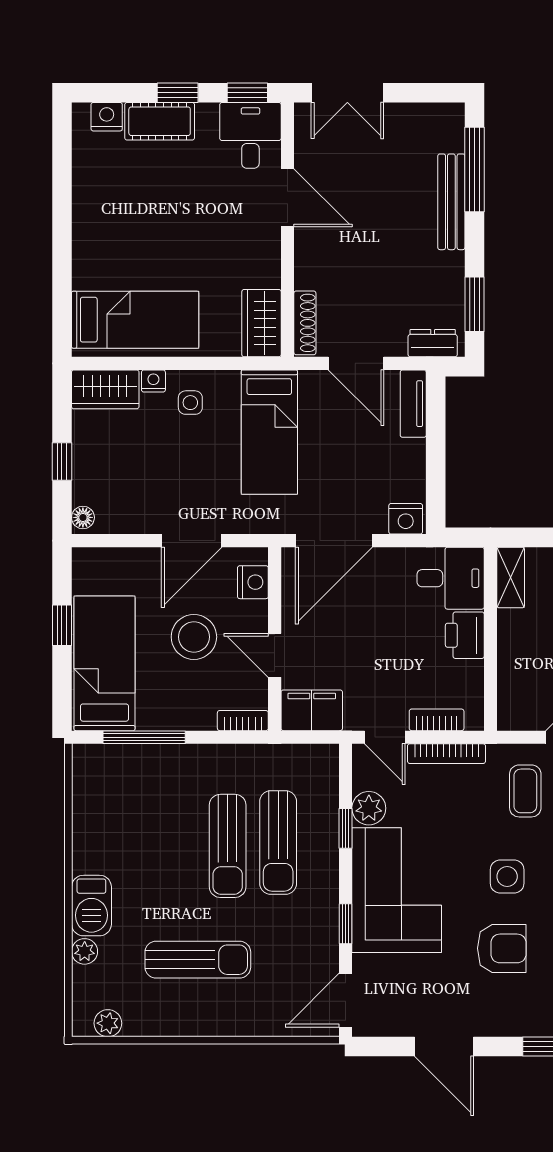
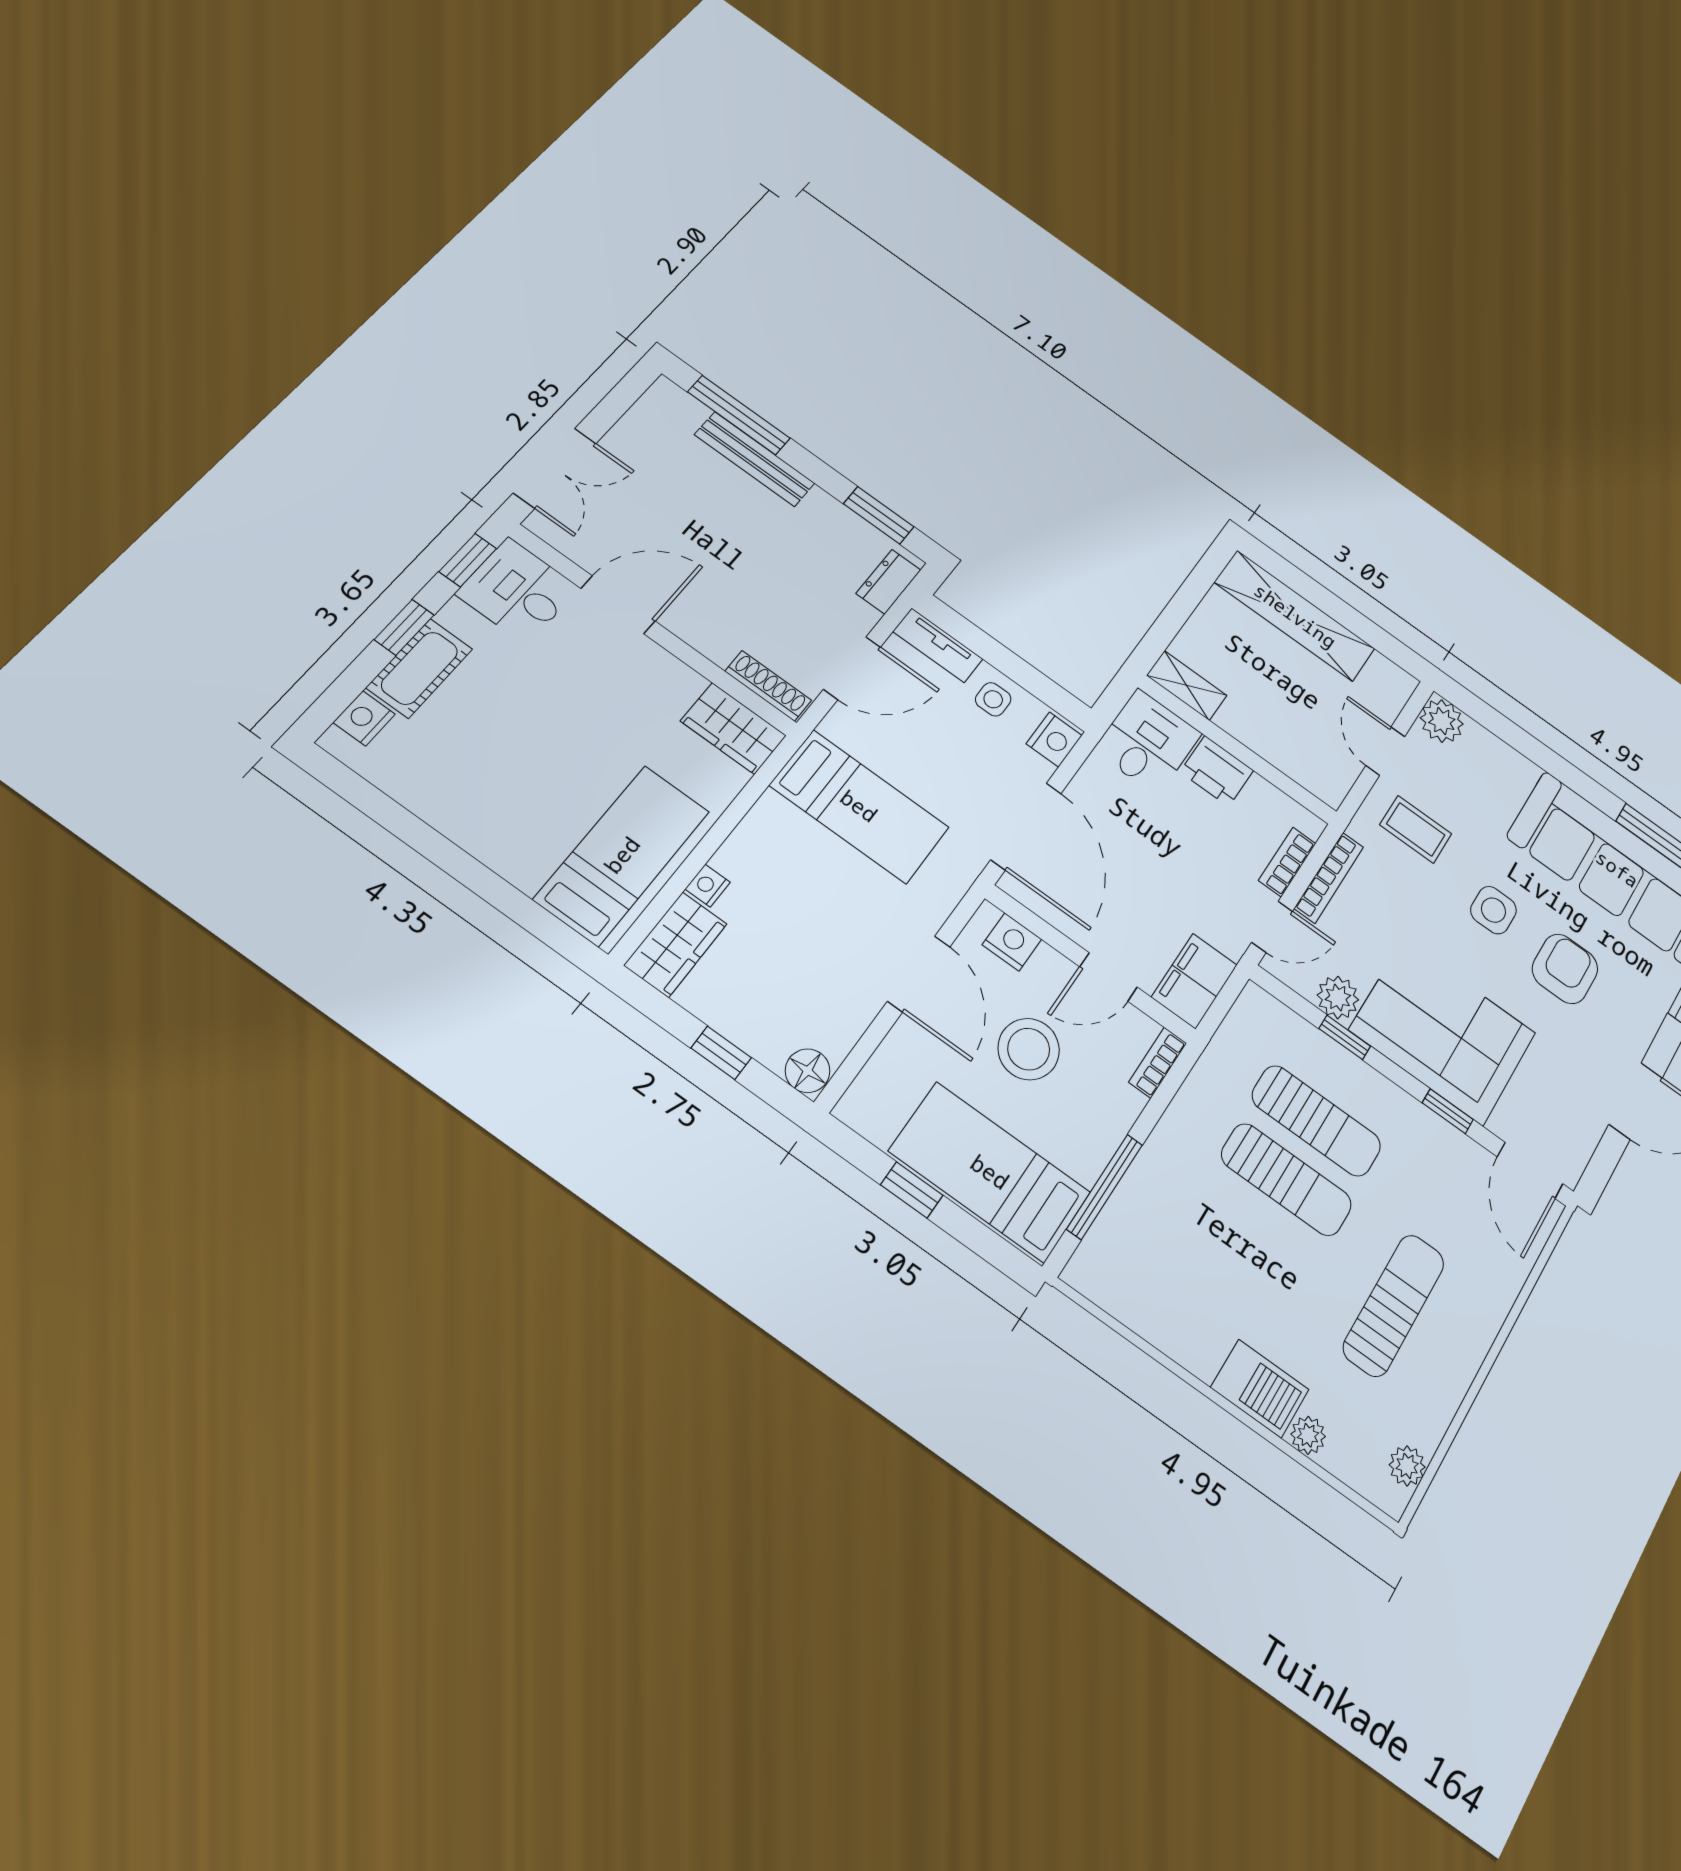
side table: (190, 403) -> (993, 699), moved
floor lamp: (83, 517) -> (808, 1071), width x1.37, depth x1.37

